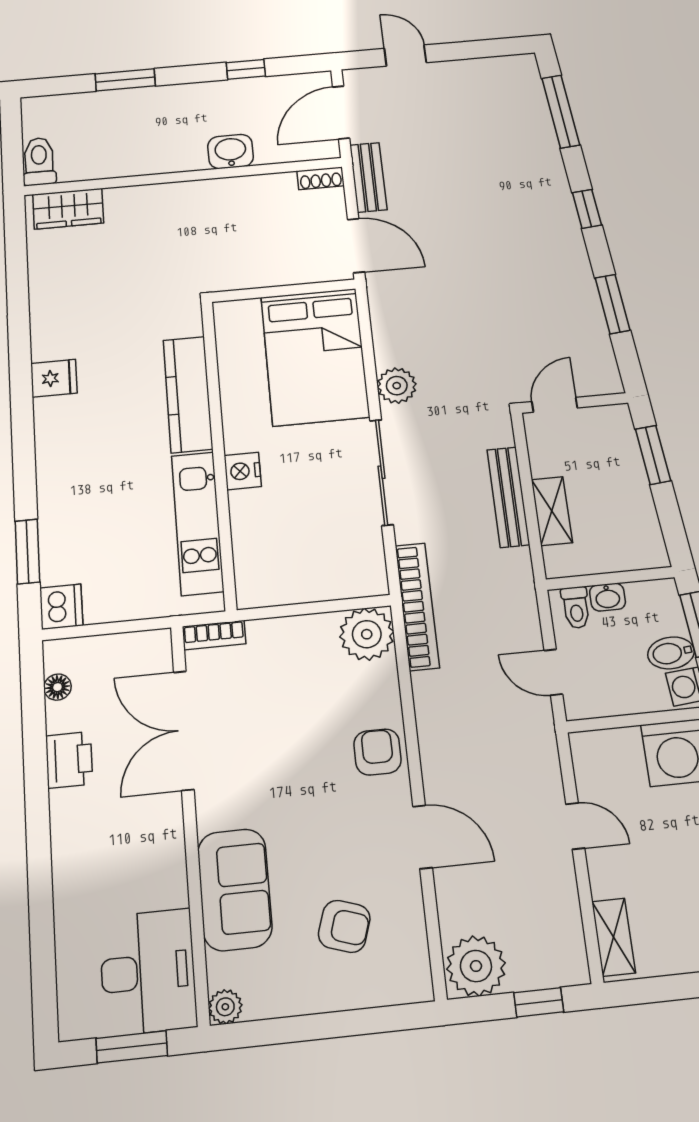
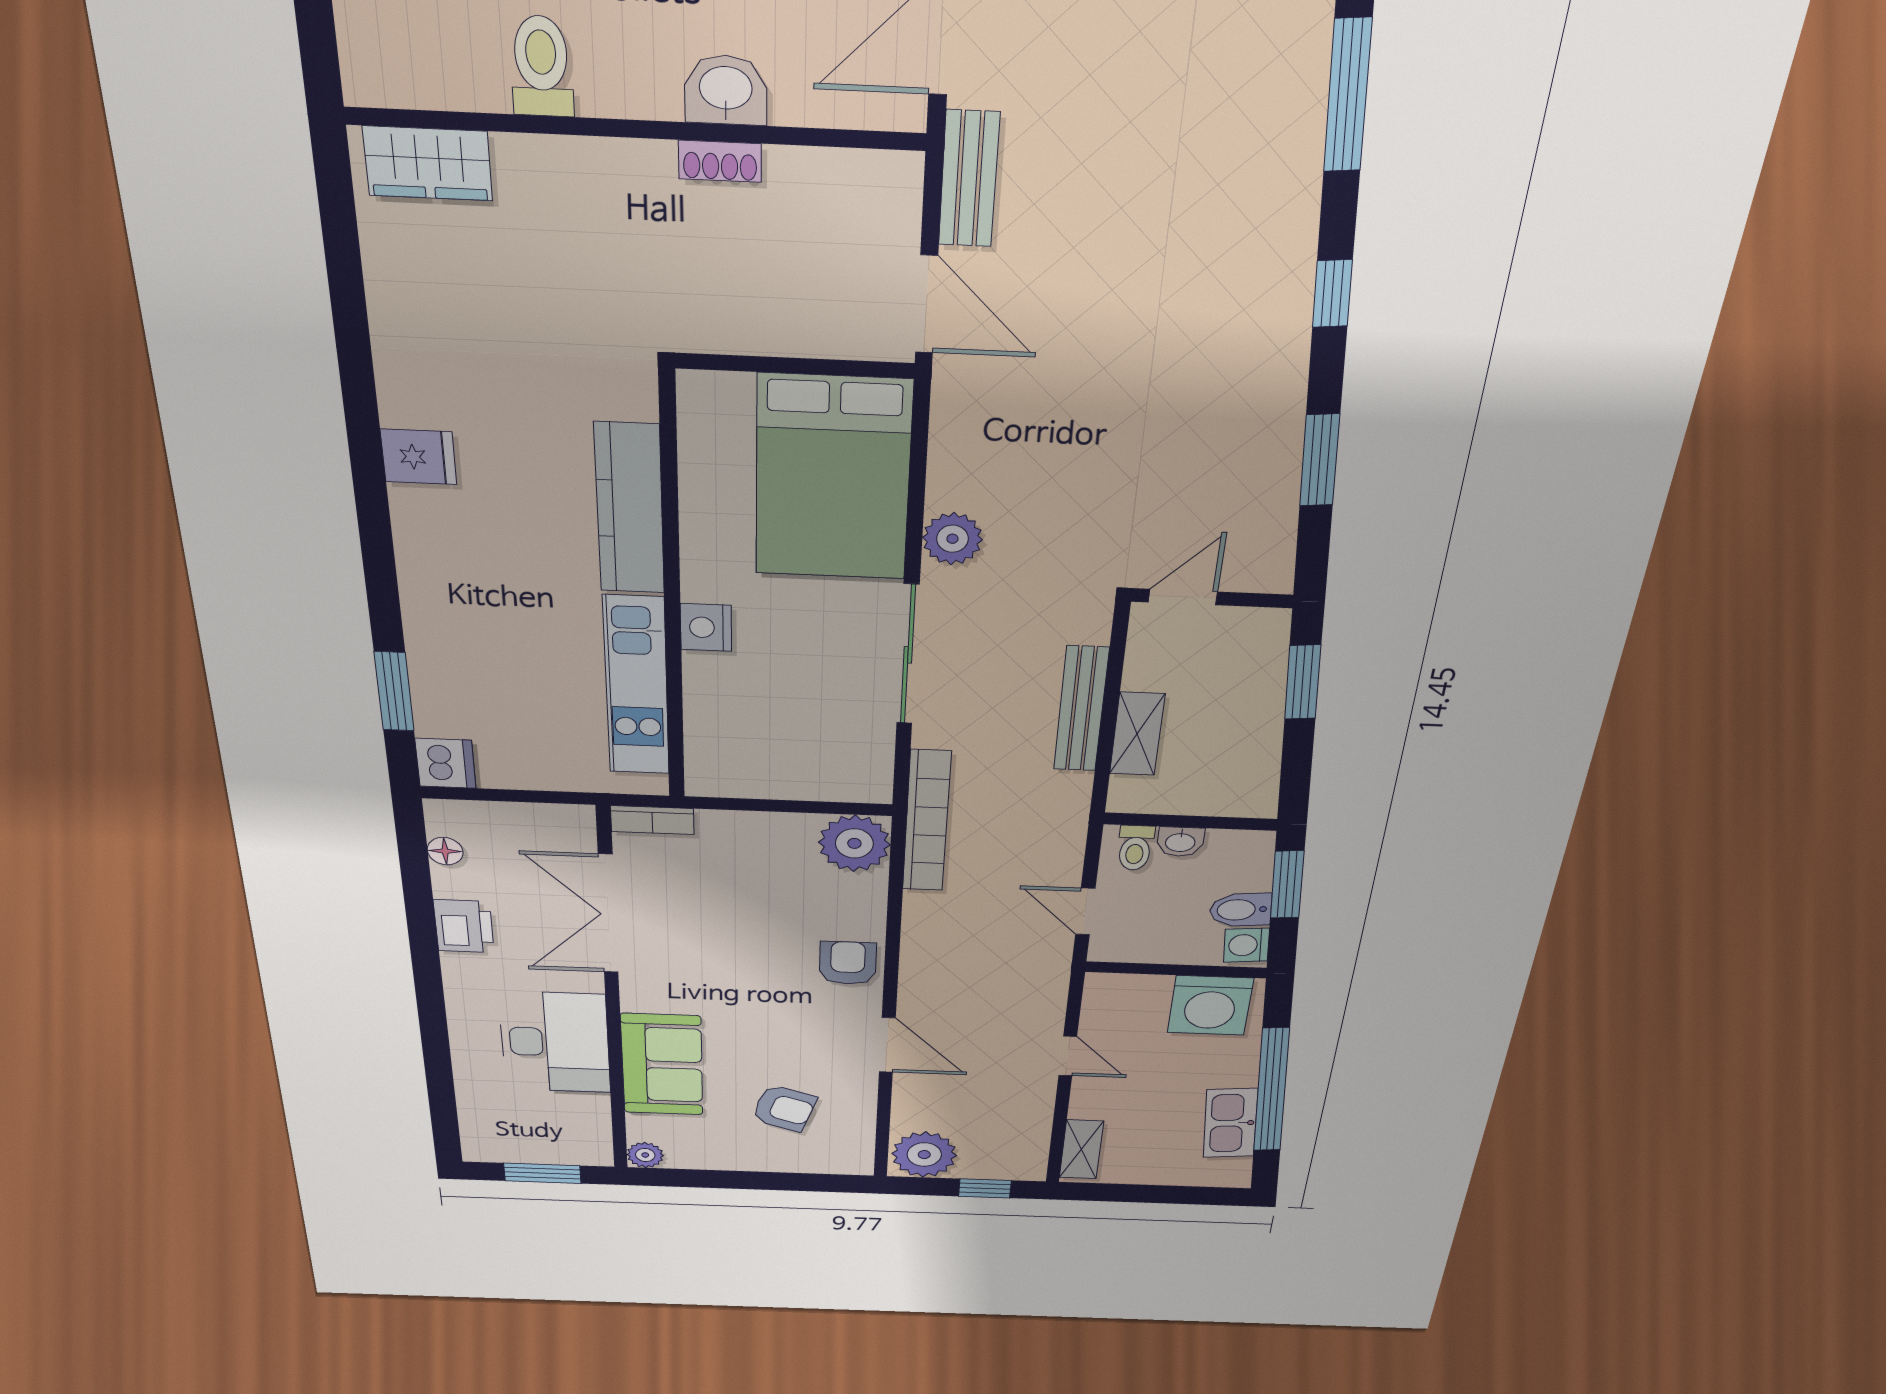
toilet: (39, 161) -> (541, 66), moved
shoe rack: (321, 178) -> (720, 161), moved
desk: (148, 972) -> (555, 1042), moved

